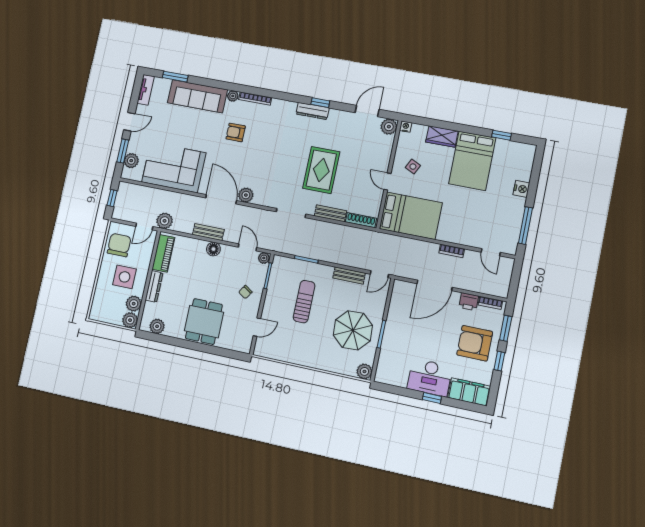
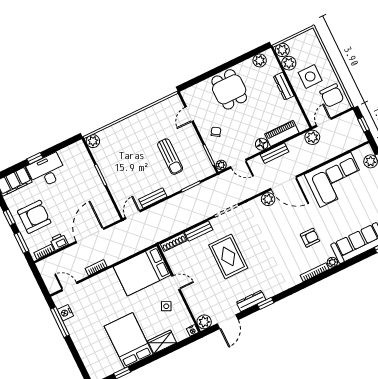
dresser: (313, 111) -> (251, 301), moved
nightstand: (521, 189) -> (65, 313), moved
piano: (163, 253) -> (282, 133), moved, turned 90
parasol: (353, 330) -> (122, 163), removed

